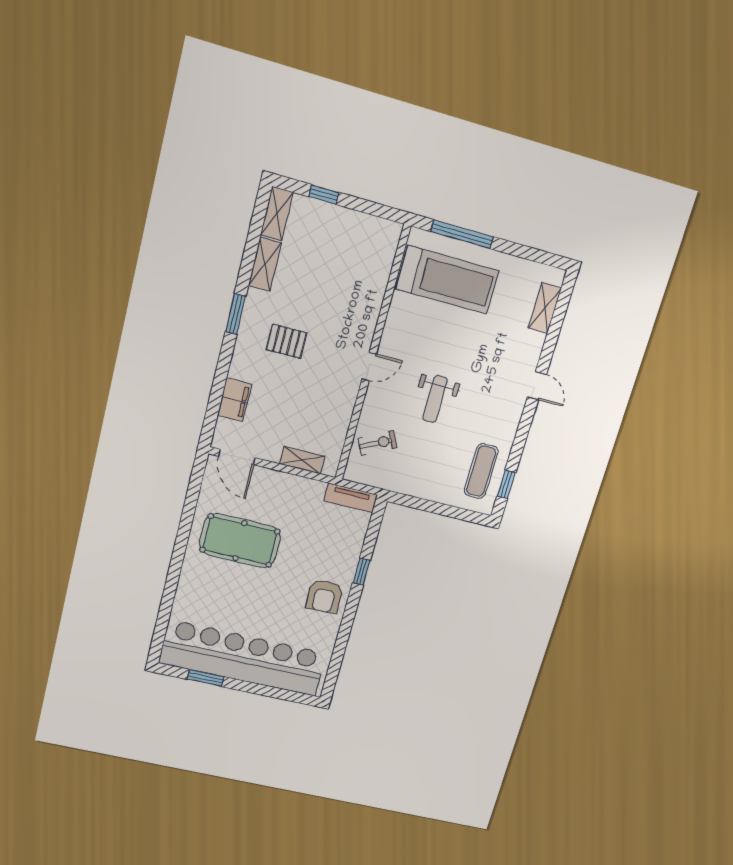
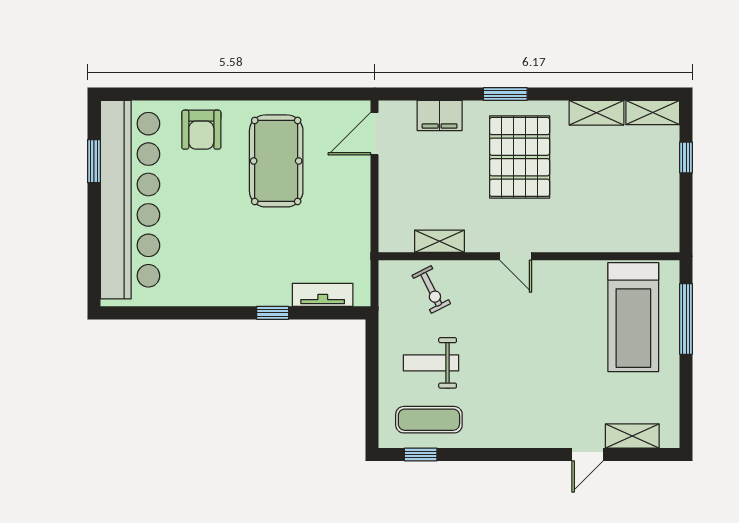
window: (236, 314) -> (505, 94), moved
pallet: (286, 341) -> (520, 157), width x2.05, depth x2.00
door: (537, 386) -> (588, 454), moved
weight bench: (435, 399) -> (431, 363), moved
shelving: (302, 460) -> (439, 241), moved, turned 90
tv unit: (351, 498) -> (323, 295), moved, turned 90
armchair: (324, 596) -> (201, 130), moved, turned -88

